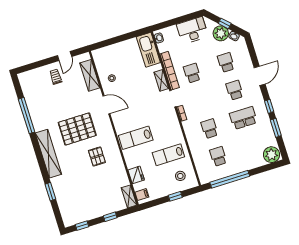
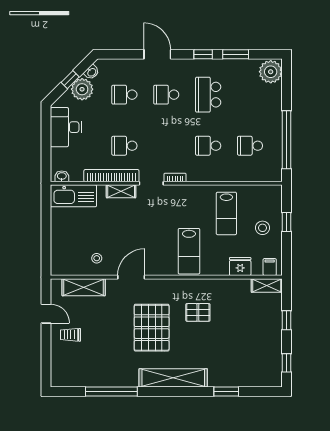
stool: (180, 176) -> (263, 228), moved

